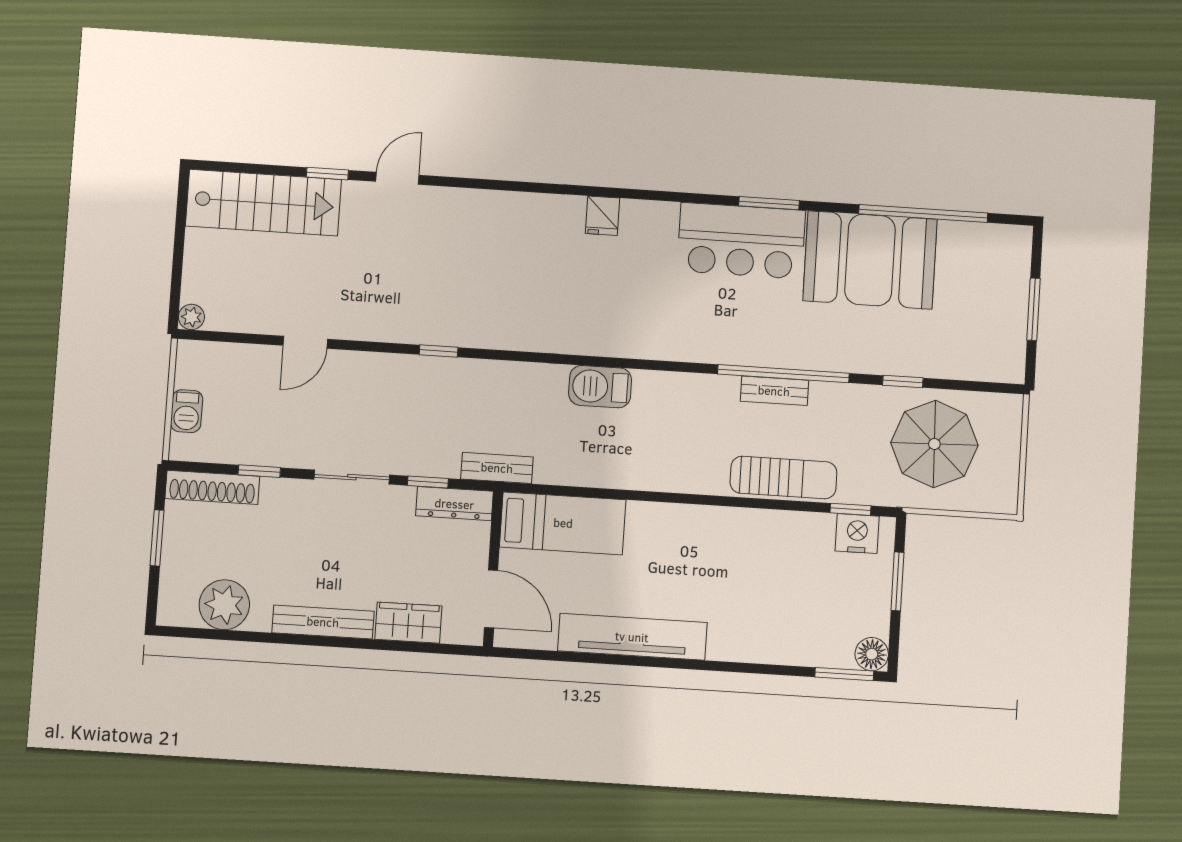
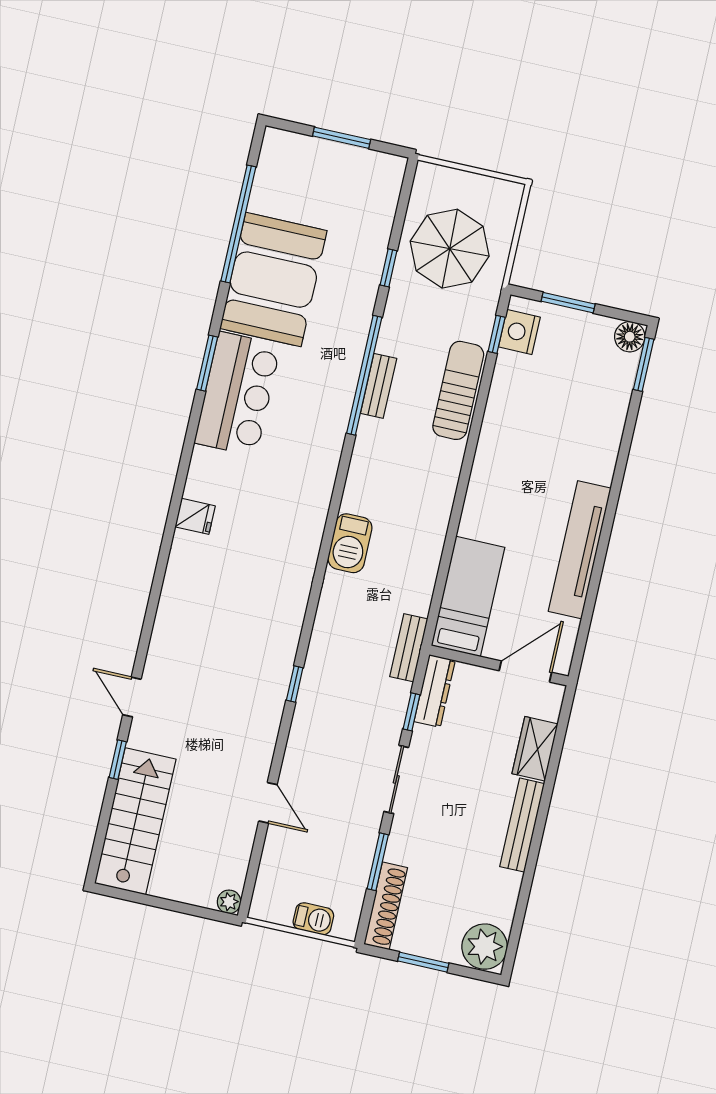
window: (259, 471) -> (378, 862), width x1.50
plant: (224, 605) -> (485, 947), moved

